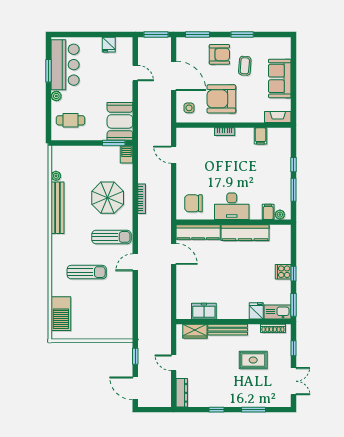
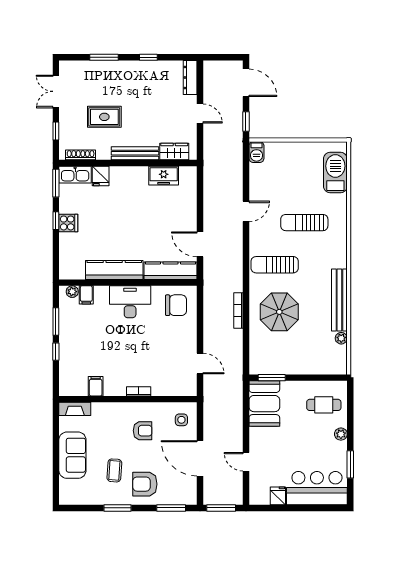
bar counter: (65, 65) -> (317, 488), moved, turned 90
armchair: (221, 99) -> (143, 431), width x0.53, depth x0.53
barbecue: (127, 154) -> (256, 152), moved
door: (135, 262) -> (246, 211), moved

